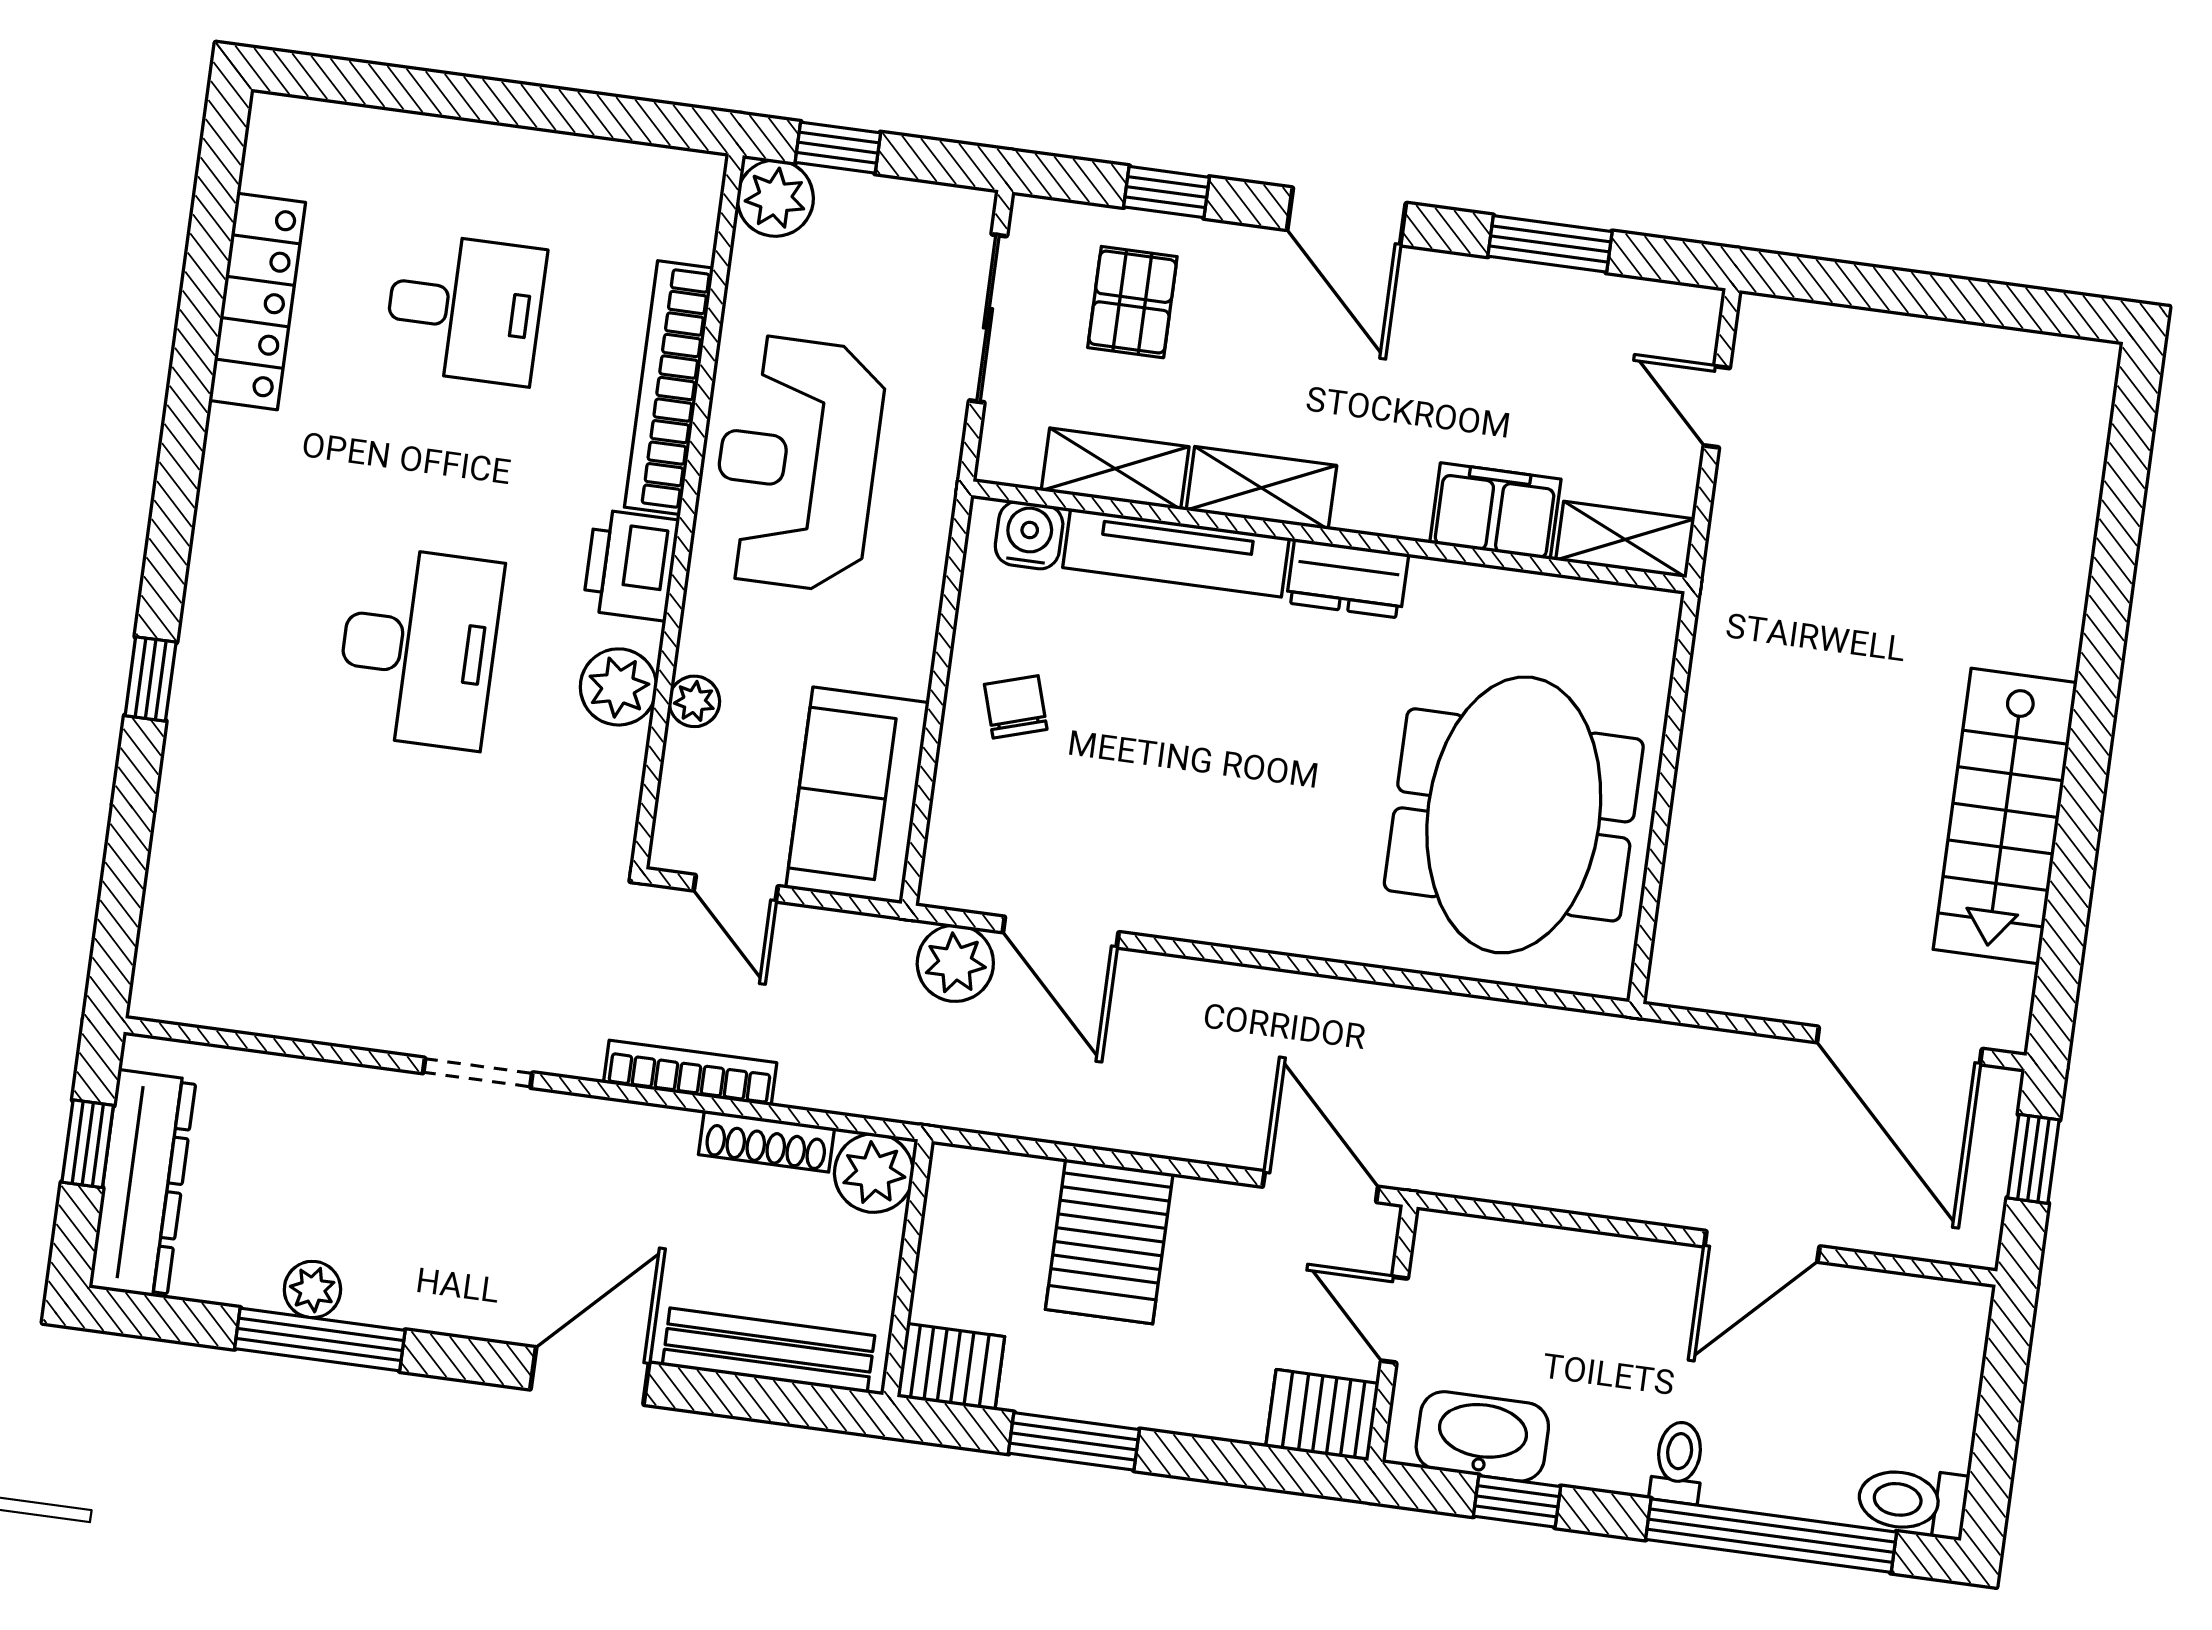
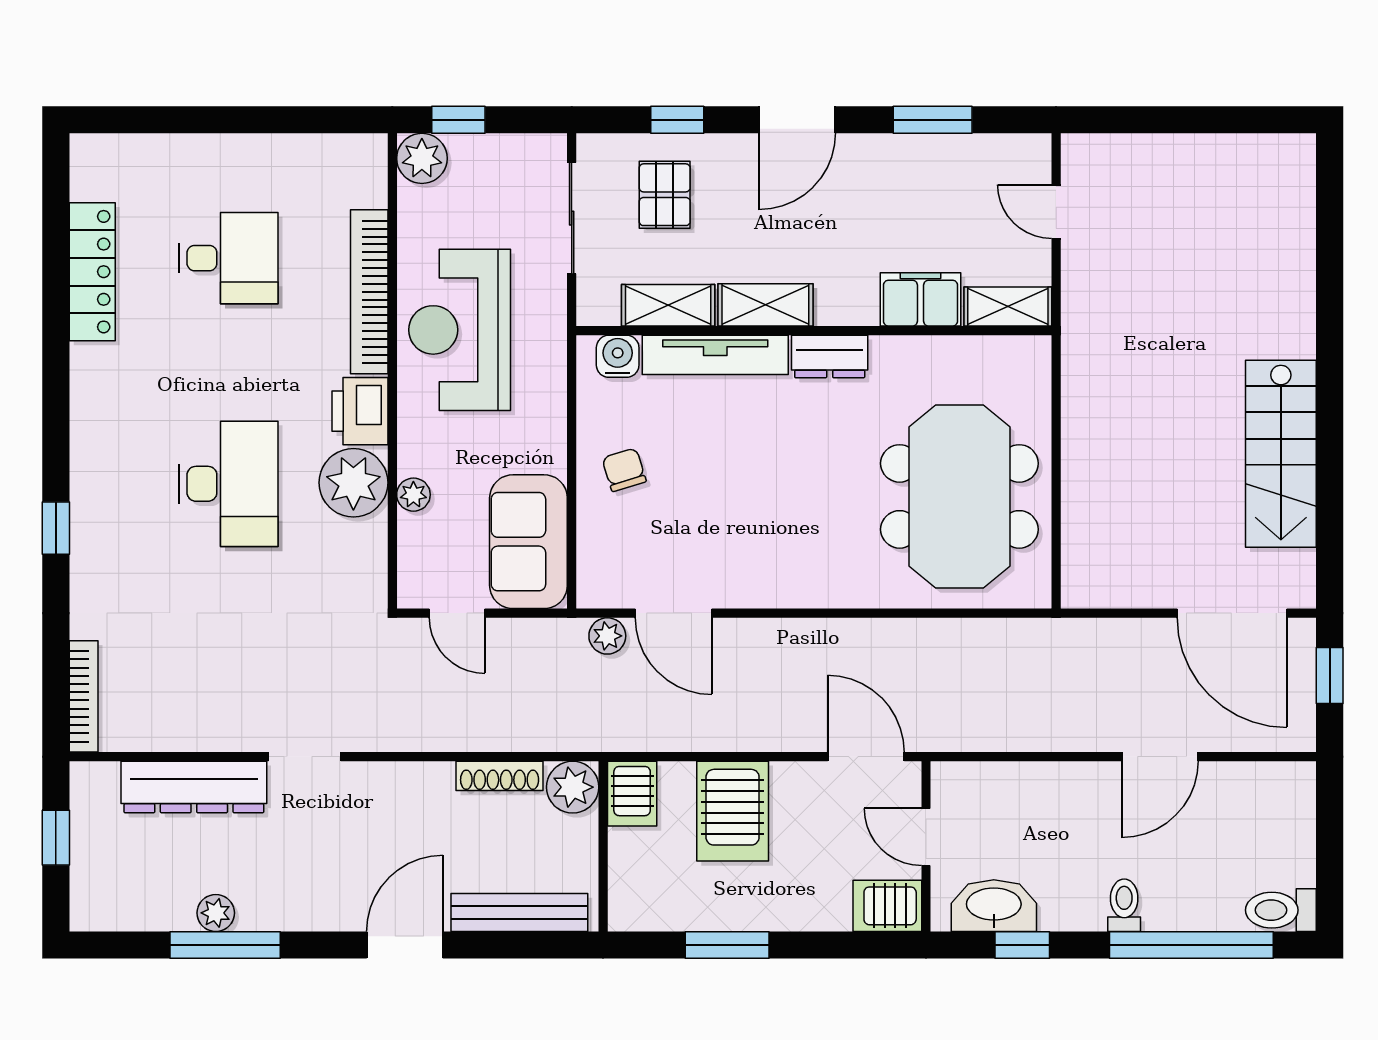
door: (1347, 216) -> (797, 120), hinge flipped
plant: (619, 687) -> (353, 483), width x1.36, depth x1.36
plant: (955, 963) -> (607, 636), width x0.73, depth x0.73
bookcase: (690, 1073) -> (84, 696), moved, turned 90
dresser: (143, 1184) -> (194, 787), moved, turned 90
server rack: (951, 1367) -> (632, 794), moved, turned 90

